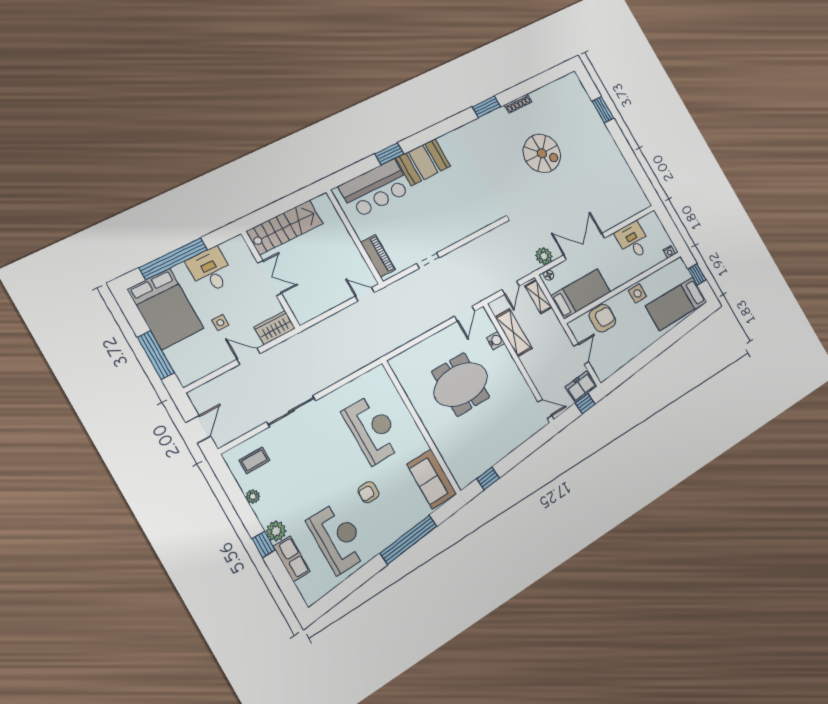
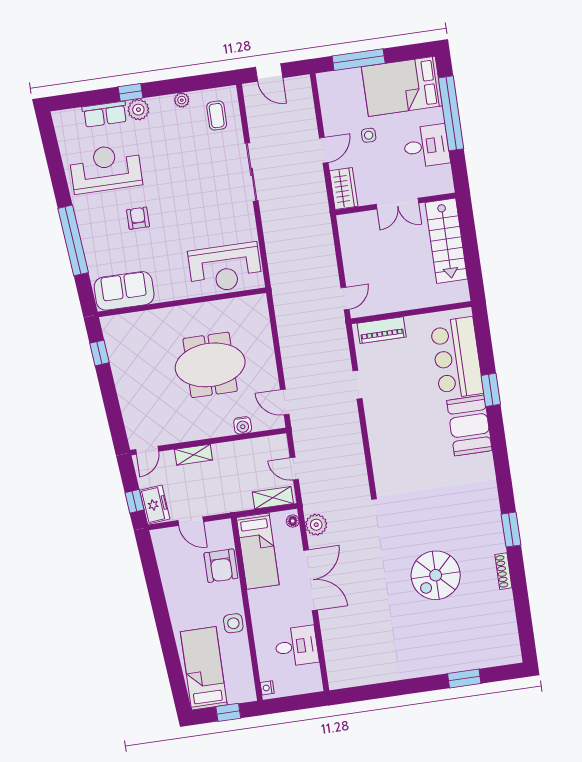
shelving: (513, 333) -> (193, 455), moved, width x0.67, depth x0.75
meeting table: (461, 384) -> (210, 365), turned 90
reception desk: (373, 429) -> (225, 268), moved
reception desk: (338, 538) -> (106, 168), turned 180

